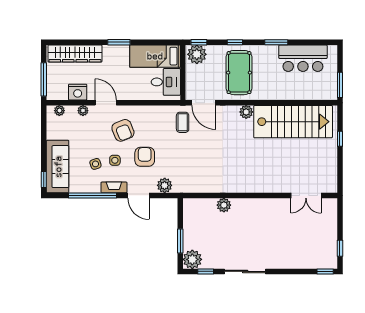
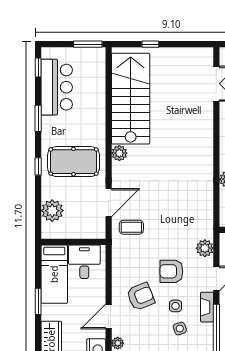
window: (199, 42) -> (38, 68), moved
bed: (155, 56) -> (54, 274), moved
wall: (183, 72) -> (73, 242), moved
desk: (166, 82) -> (84, 262), moved

